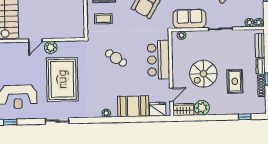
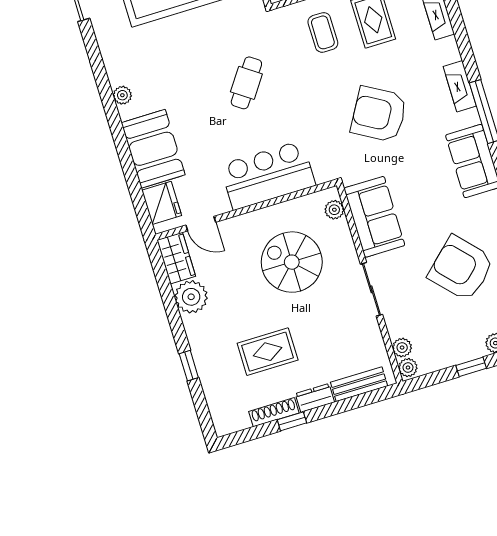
spiral stairs: (203, 74) -> (292, 262), moved
window: (245, 117) -> (189, 366), moved

